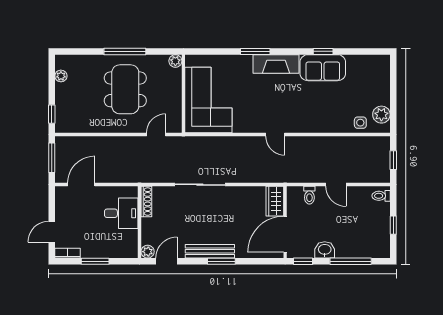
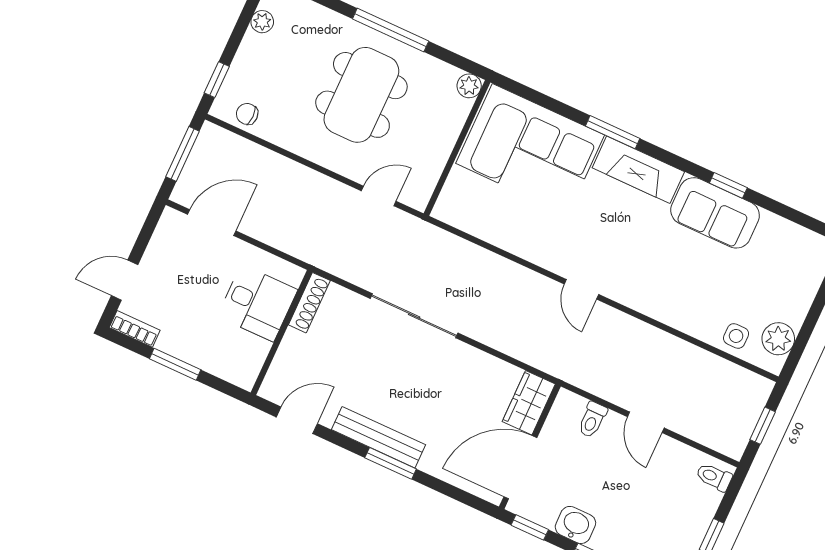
corner sofa: (208, 100) -> (530, 149), moved, turned 90
chair: (74, 124) -> (247, 114), added
plant: (148, 252) -> (272, 389), removed

